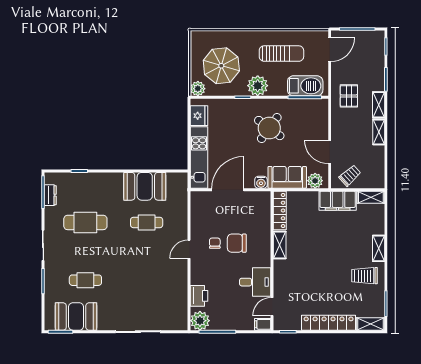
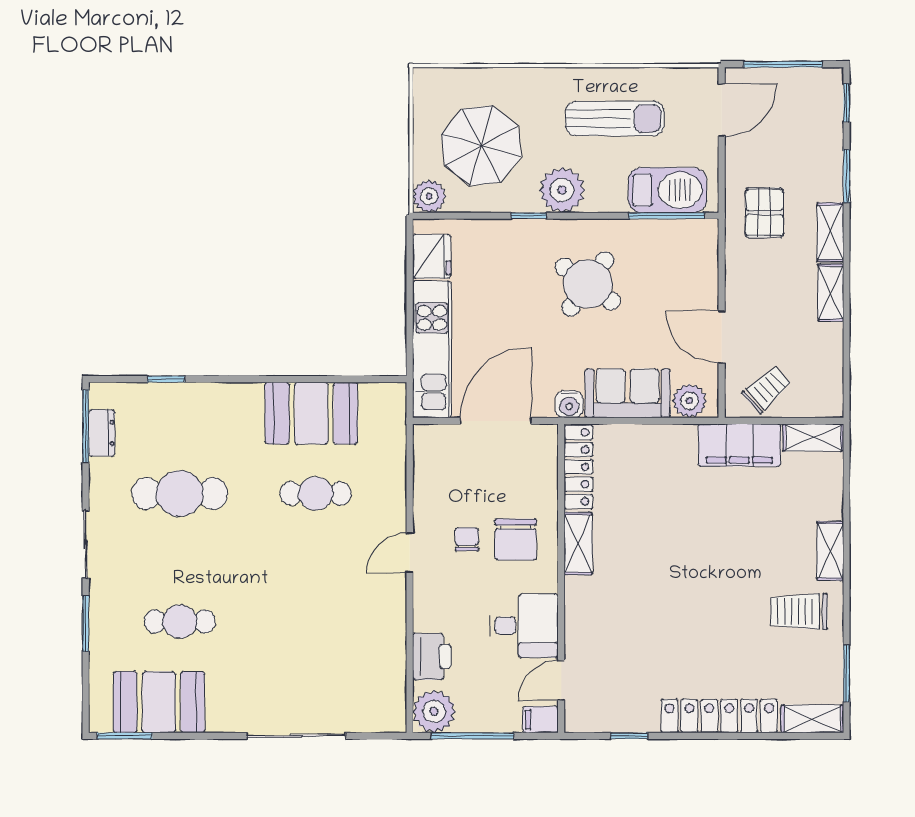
locker: (280, 210) -> (578, 467), moved
chair: (237, 243) -> (516, 539), turned -90
shelving: (280, 245) -> (578, 543), moved
wall: (272, 261) -> (561, 578), moved
desk: (255, 282) -> (524, 626), moved
door: (272, 307) -> (561, 680), moved
filing cabinet: (263, 324) -> (540, 720), moved

